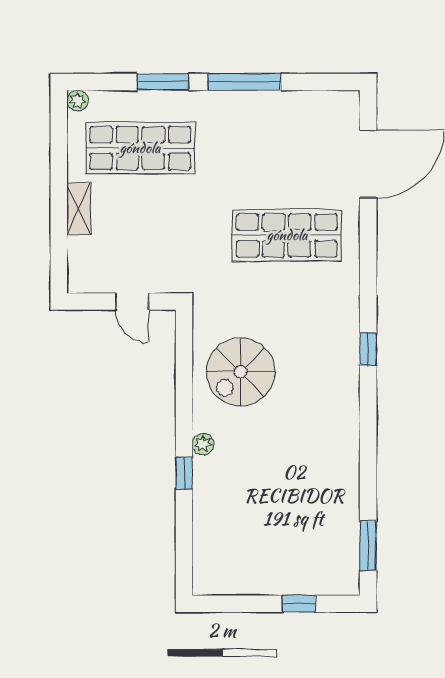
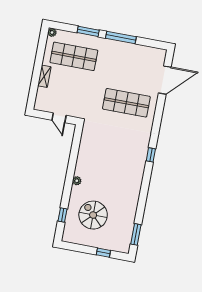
spiral stairs: (241, 372) -> (93, 215), moved, turned 90
window: (184, 473) -> (63, 215), moved

